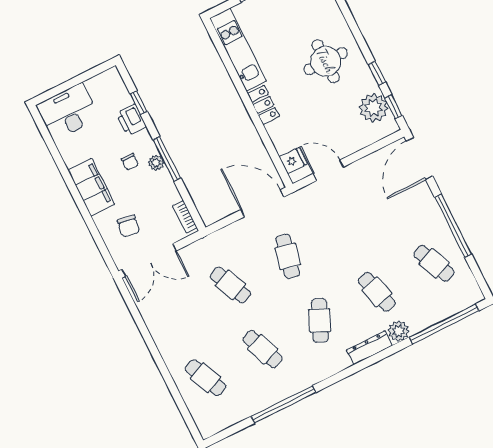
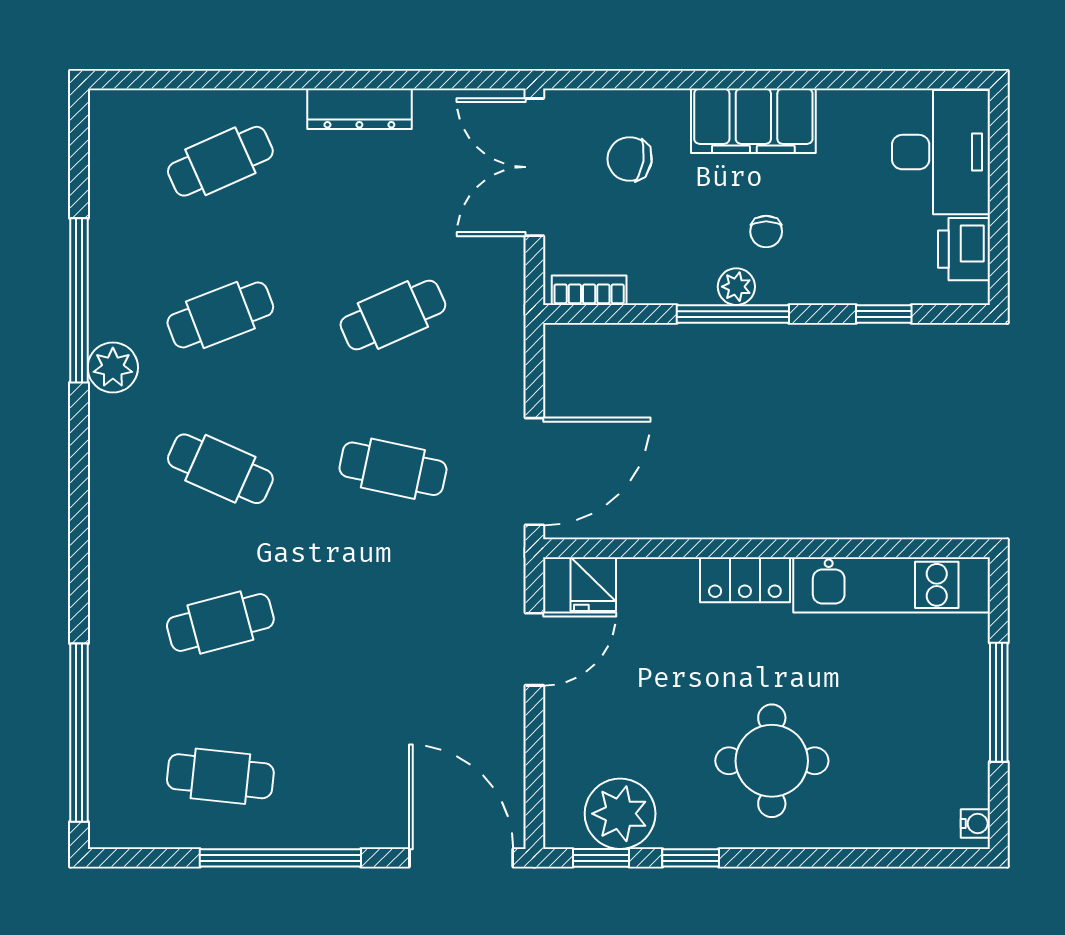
printer: (131, 120) -> (964, 249), moved, turned -90
chair: (130, 162) -> (766, 232), turned -90
cafe table: (434, 263) -> (220, 776), turned 30
plant: (398, 331) -> (113, 367), moved
dresser: (369, 348) -> (359, 109), moved, turned 90

